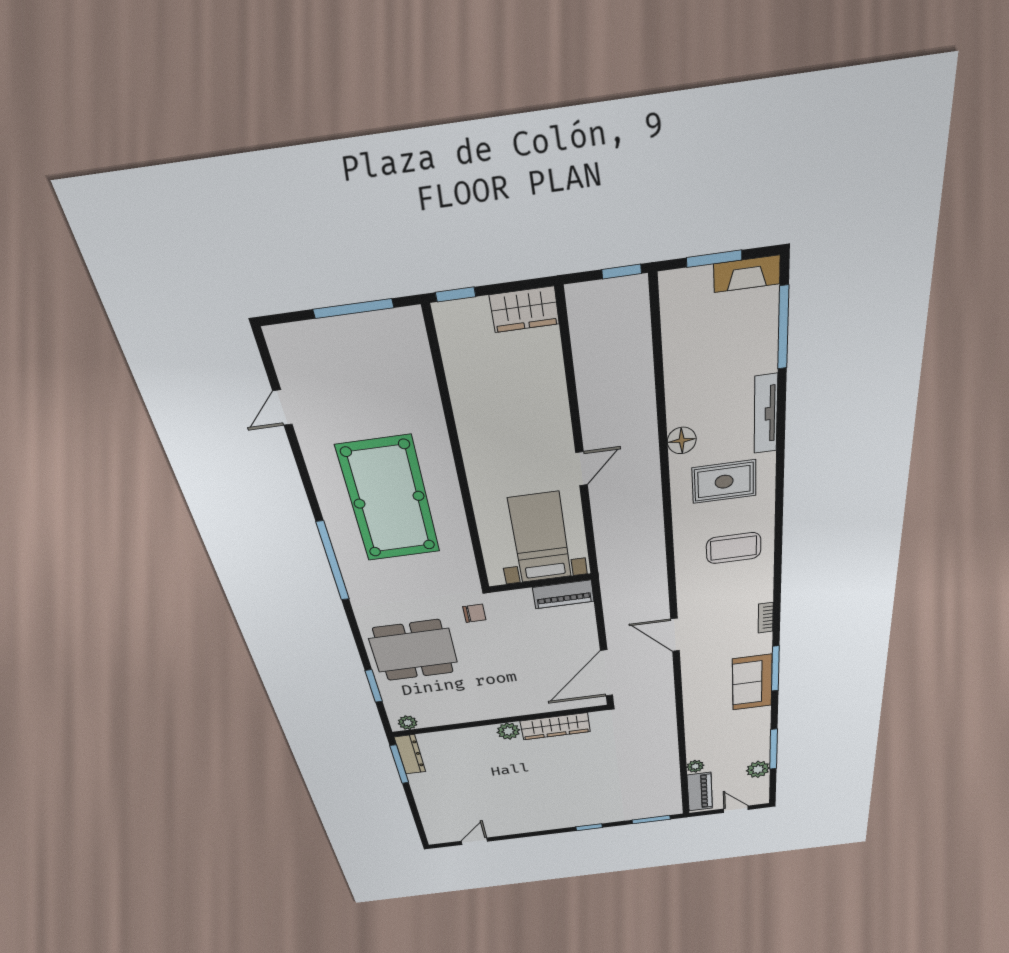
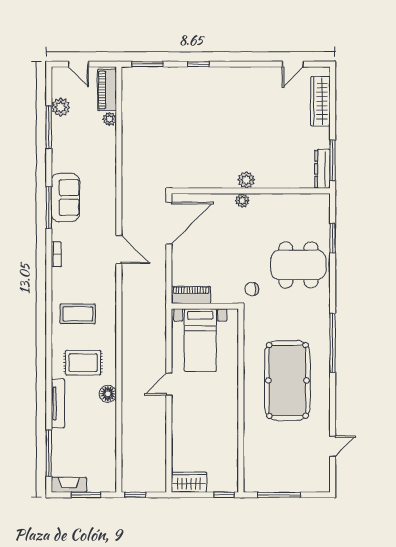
plant: (408, 723) -> (242, 201), moved
wardrobe: (555, 726) -> (320, 101), moved, turned -90

